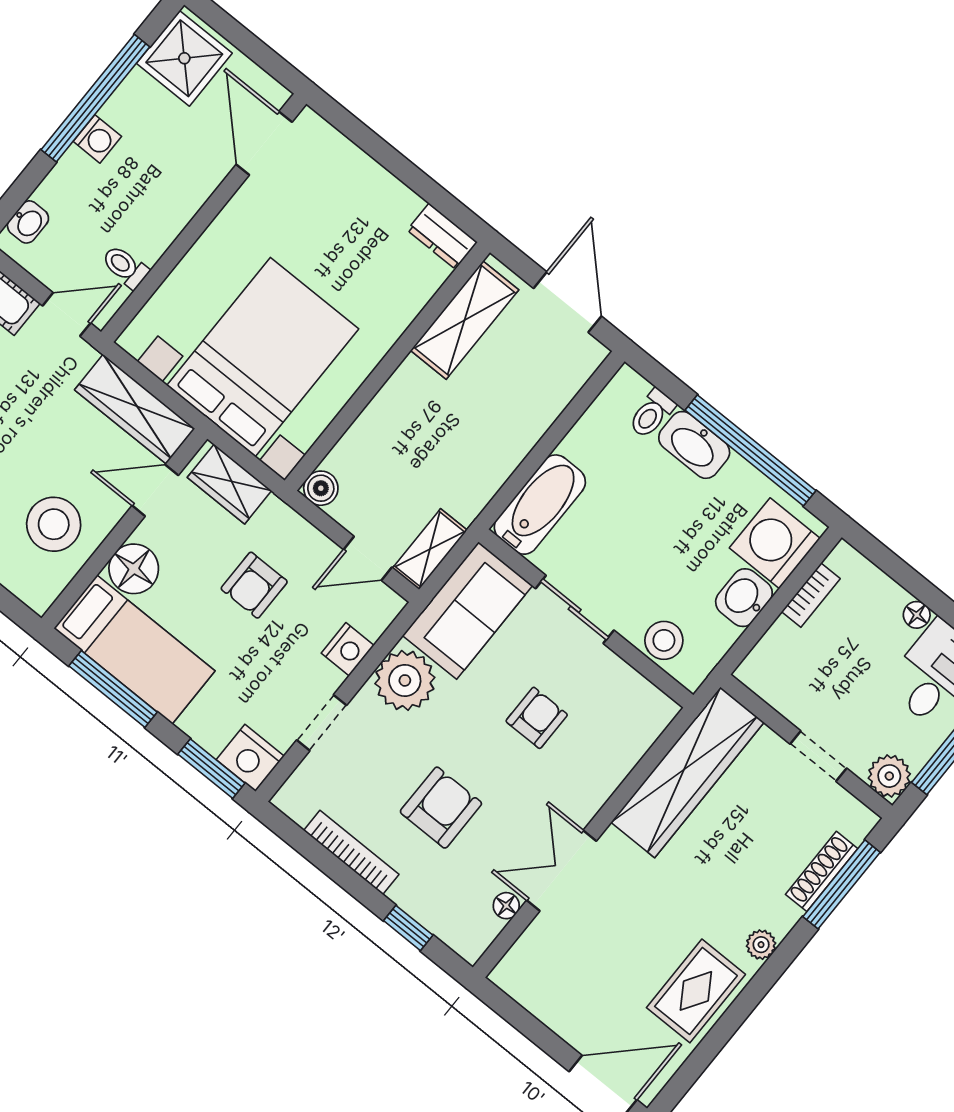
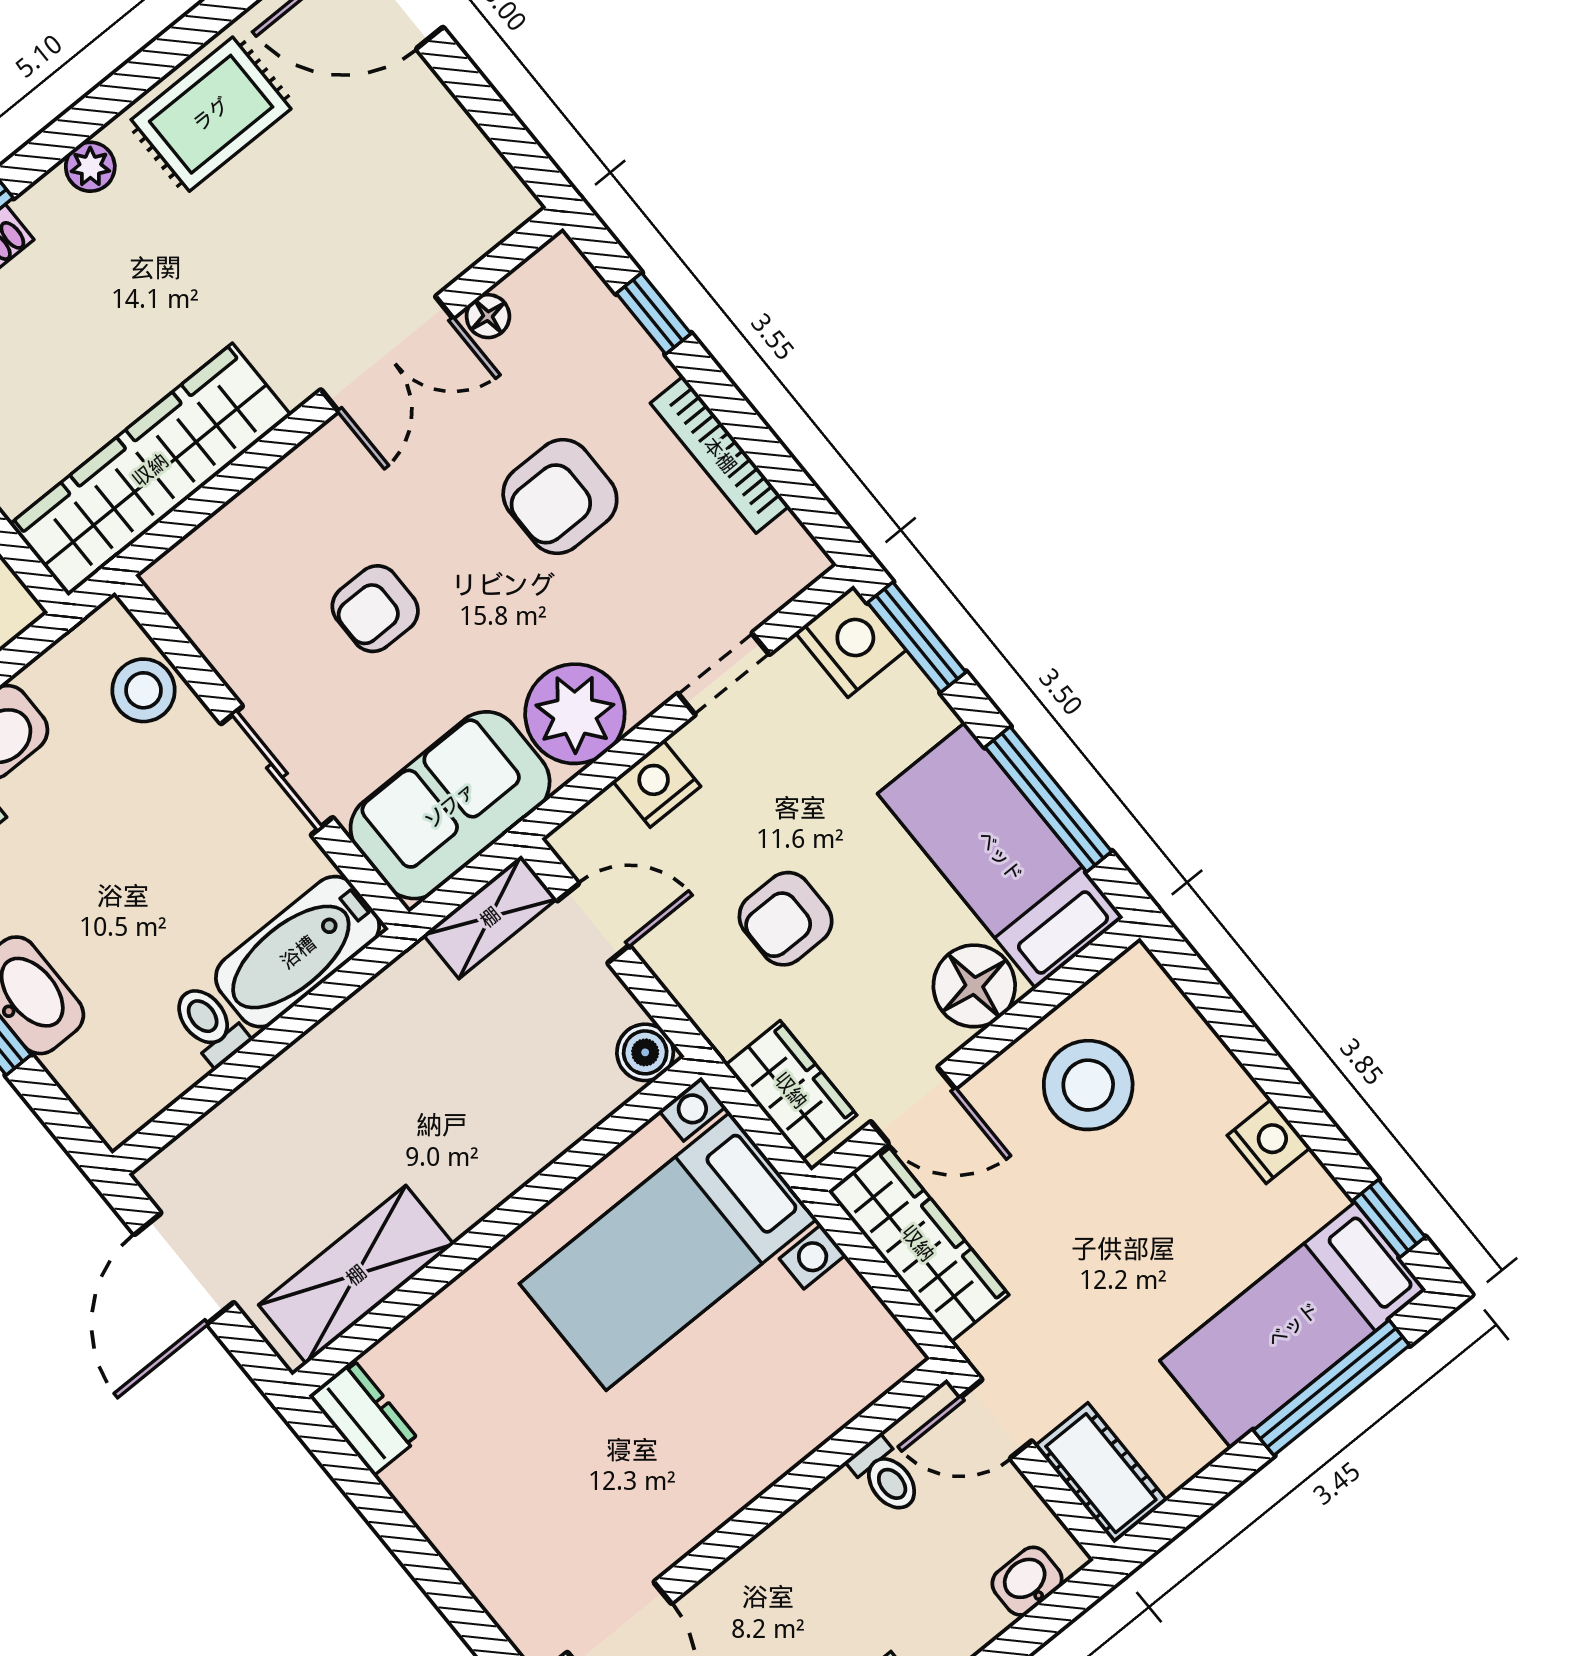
bed with nightstands: (263, 357) -> (668, 1251), width x0.73
toilet: (652, 414) -> (210, 1025), moved, turned -90
armchair: (254, 585) -> (786, 919), turned 180

